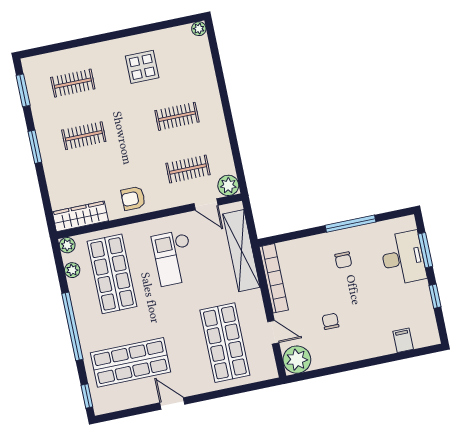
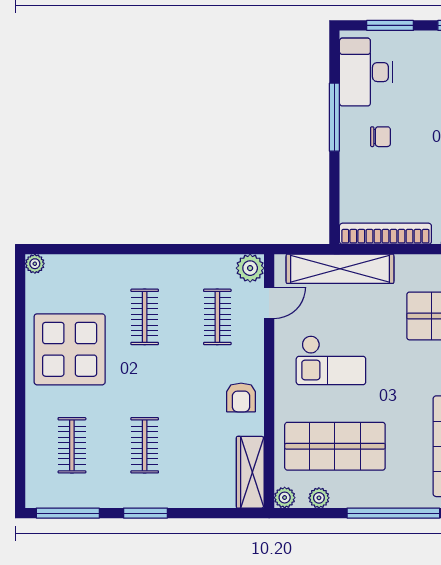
display table: (142, 67) -> (70, 349), width x1.86, depth x1.86
window: (23, 90) -> (68, 513), width x1.44
desk: (403, 258) -> (366, 72), moved, turned -90

